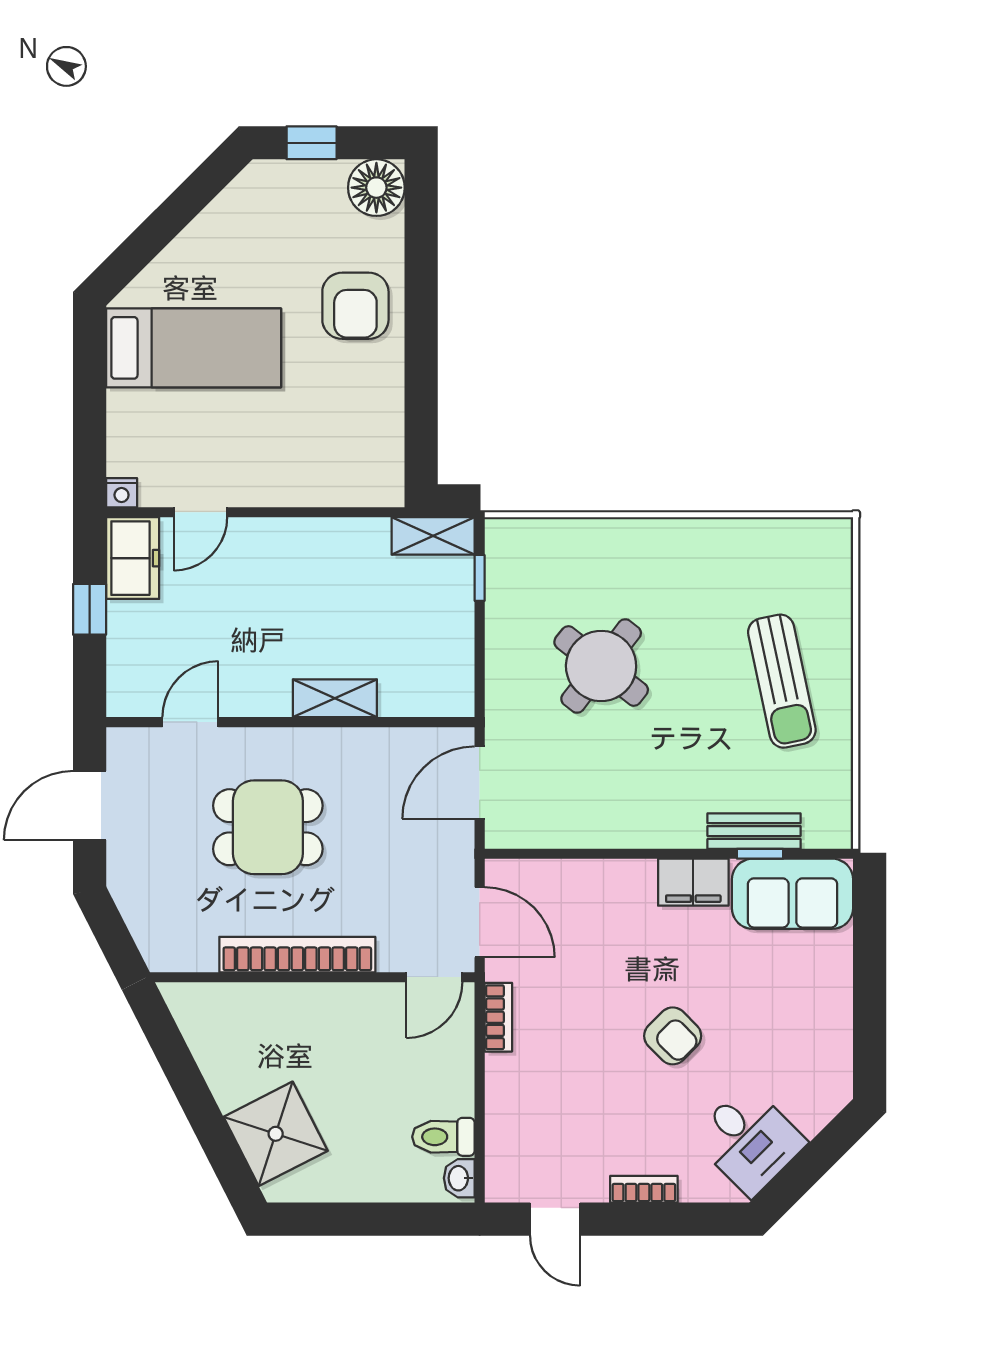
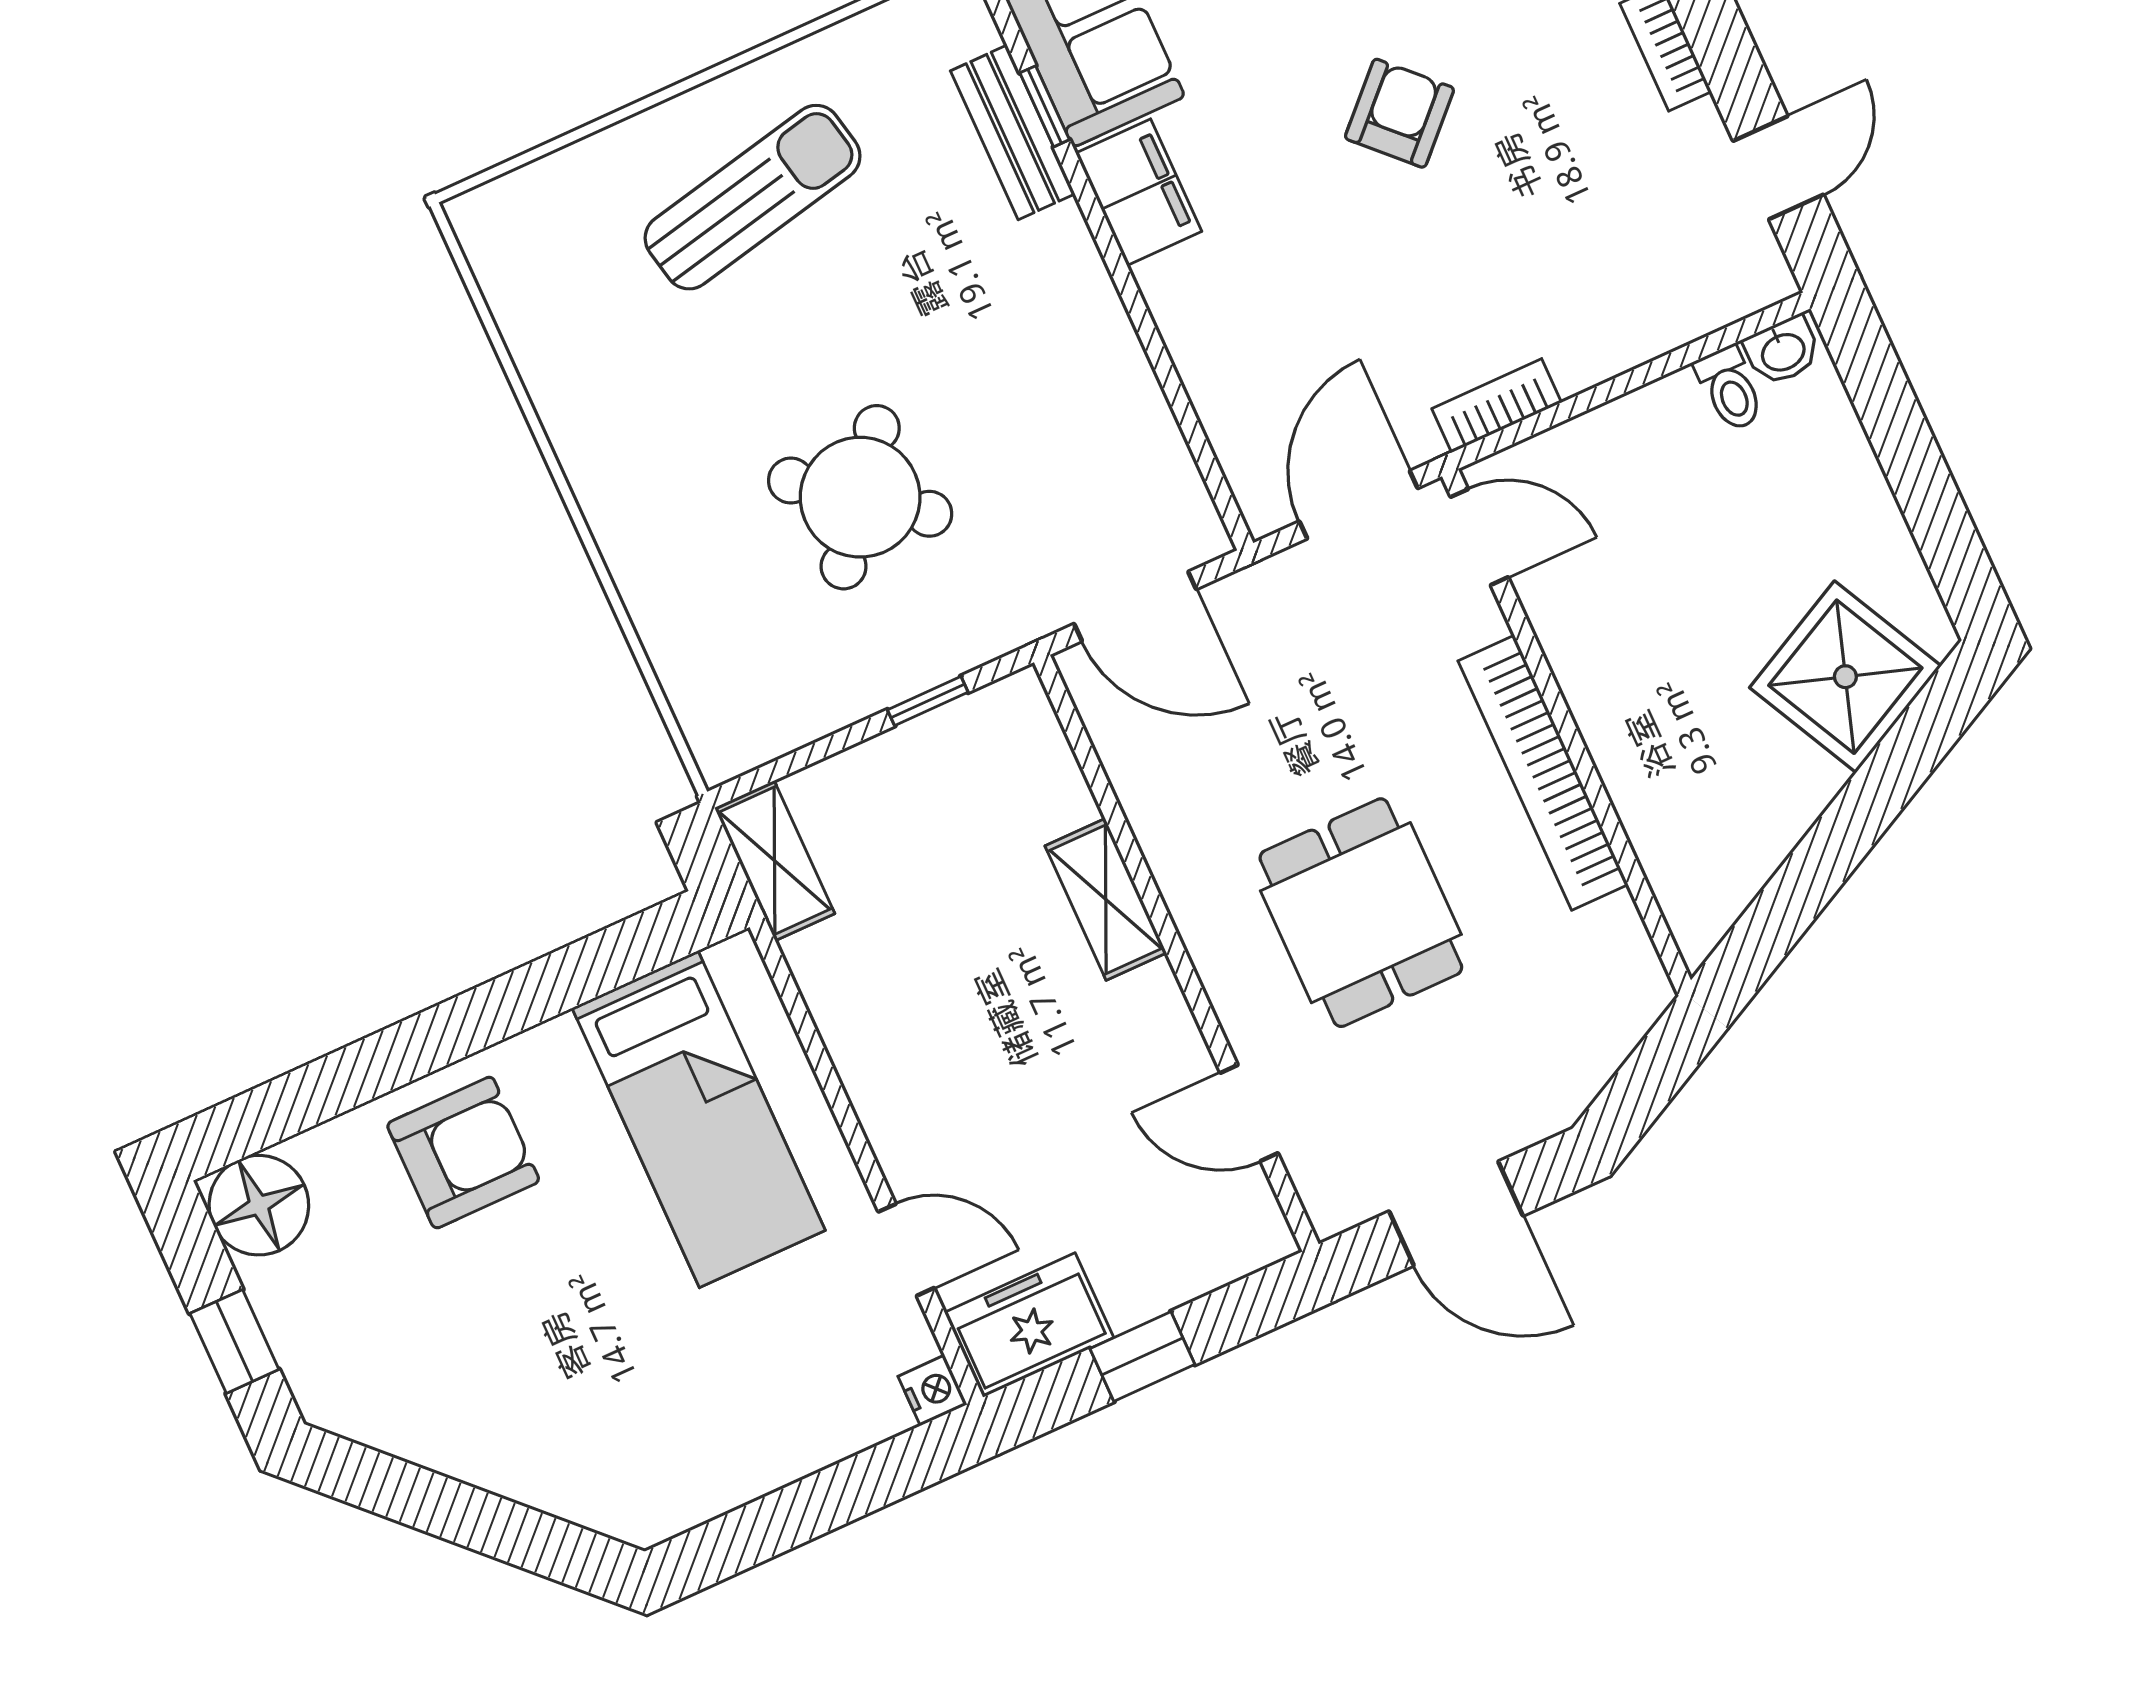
bed: (194, 348) -> (699, 1119), moved, turned 180
window: (480, 578) -> (928, 701), moved
toilet: (443, 1137) -> (1730, 389), width x0.73, depth x0.72

